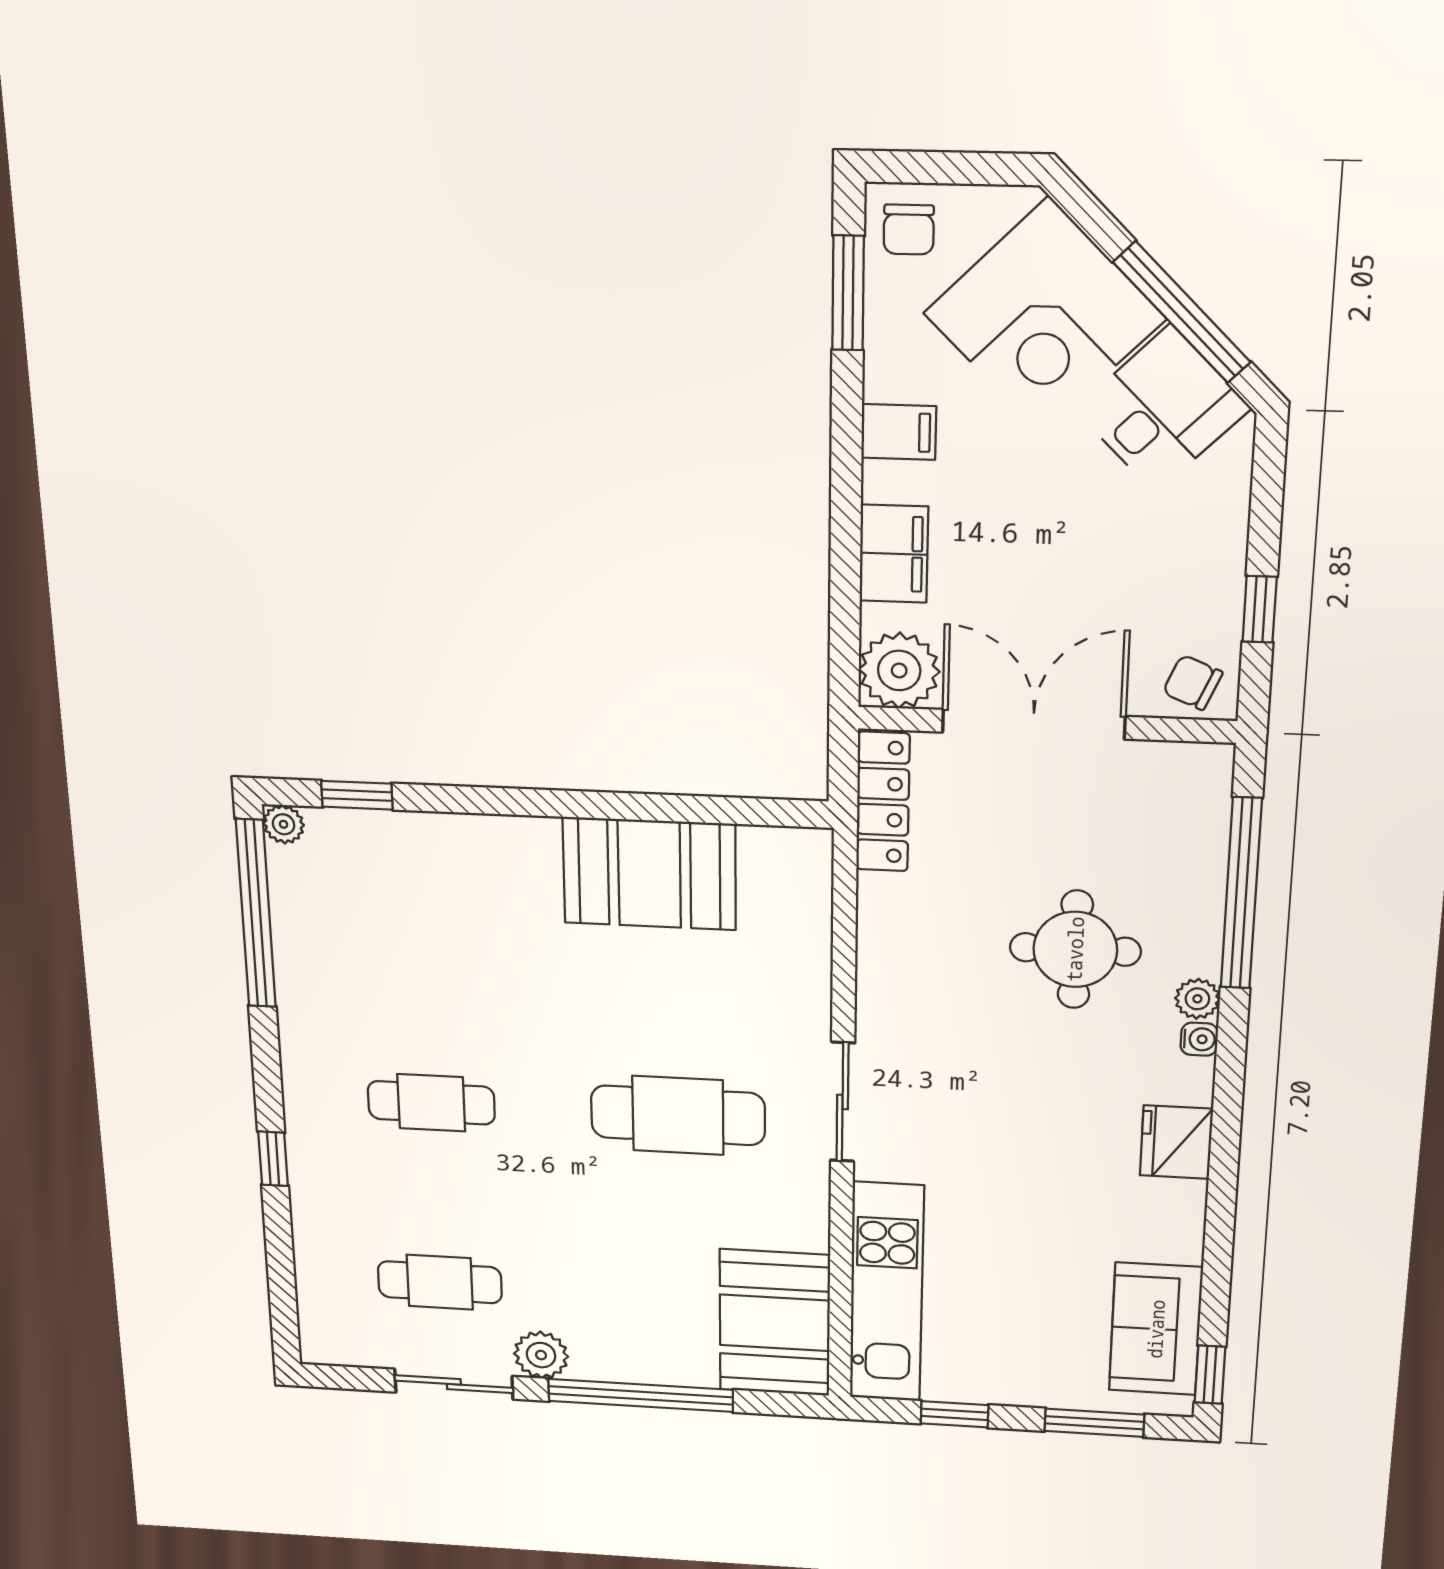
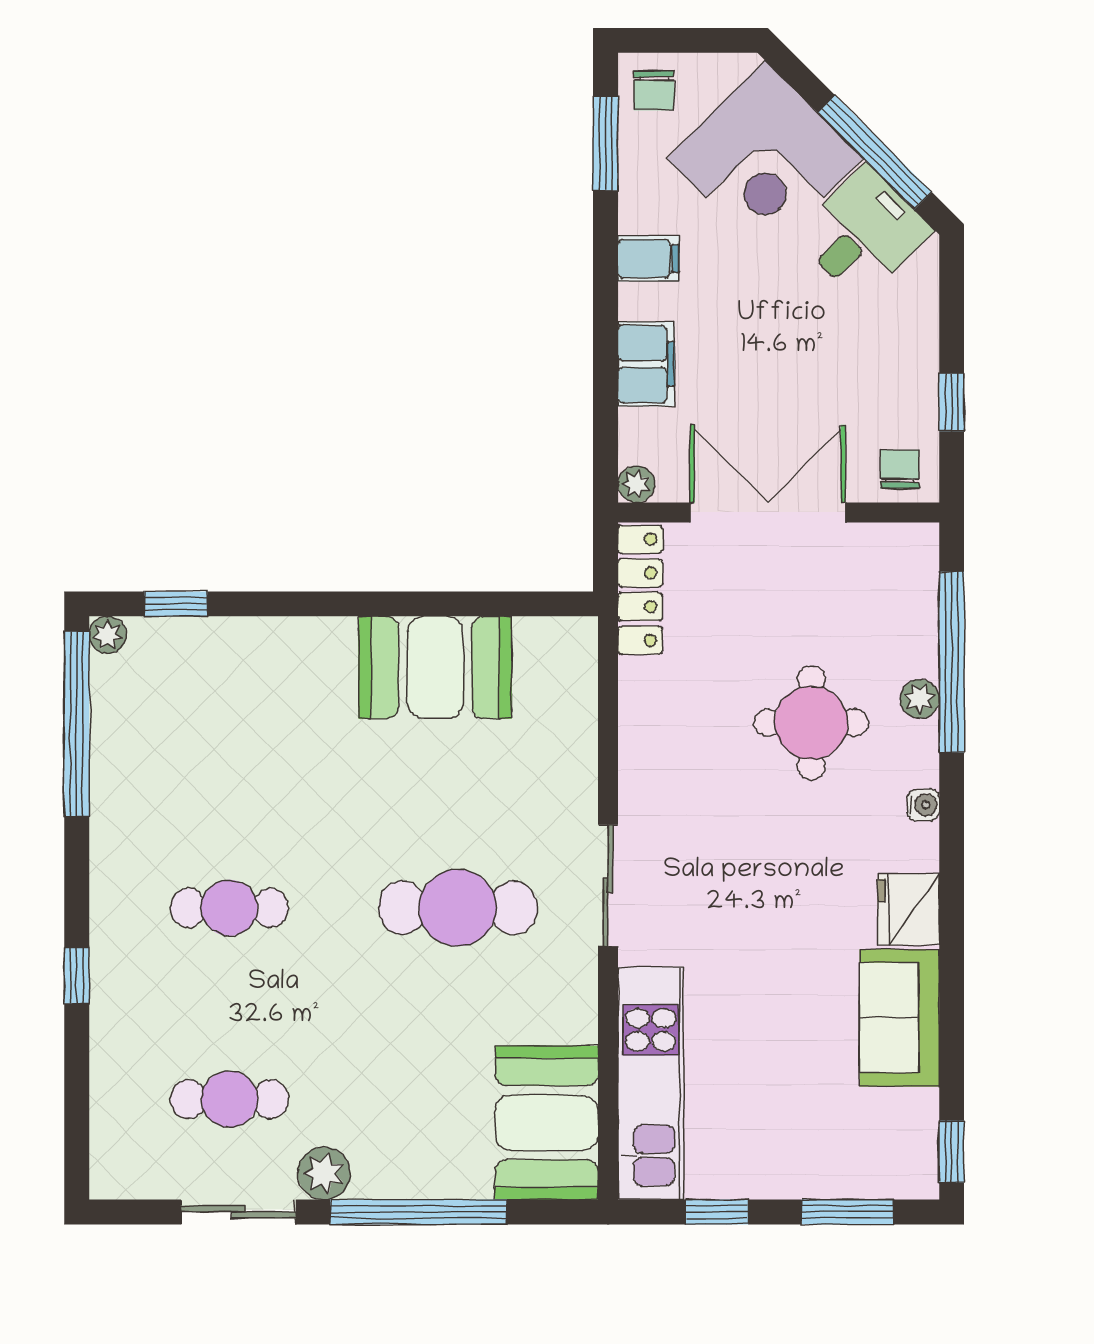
plant: (899, 670) -> (636, 484), width x0.53, depth x0.53
chair: (1193, 682) -> (900, 469), turned 67
plant: (1197, 999) -> (920, 699), moved
sofa: (1156, 1329) -> (899, 1018), moved

